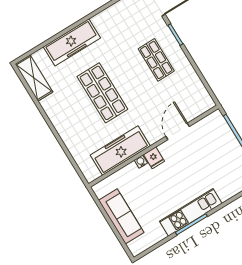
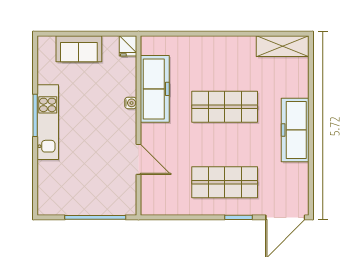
freezer: (72, 42) -> (295, 130), moved
shop shelf: (156, 60) -> (225, 182), width x1.43, depth x1.36
fridge: (154, 158) -> (128, 46), moved, turned -90
sofa: (121, 216) -> (79, 49), width x0.73

